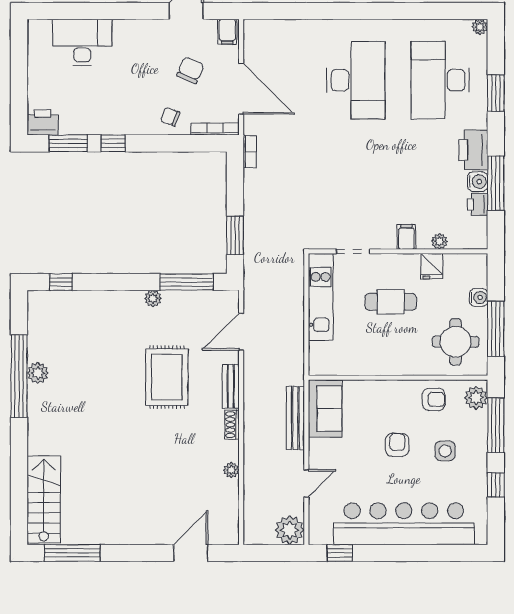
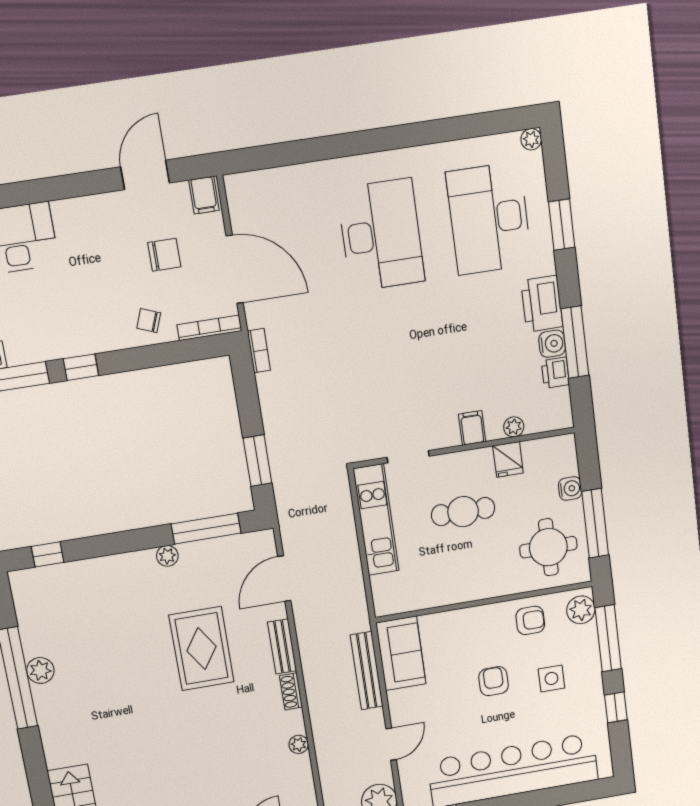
chair: (190, 70) -> (164, 255), turned 67

